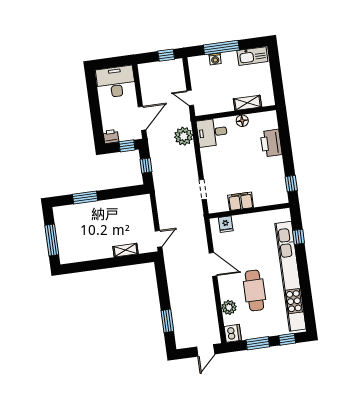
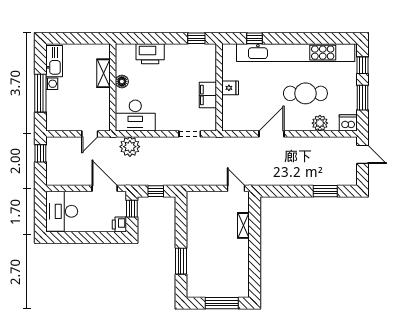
washing machine: (215, 59) -> (52, 84), moved
desk: (212, 132) -> (135, 115), width x1.37
fridge: (226, 224) -> (230, 88), moved

